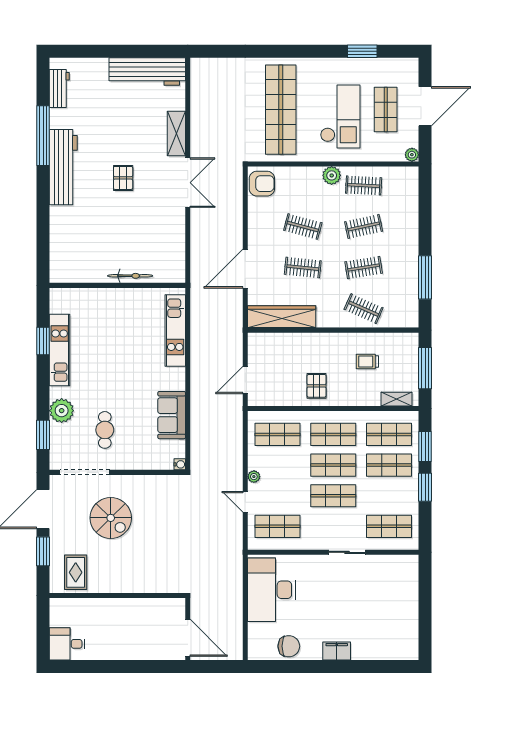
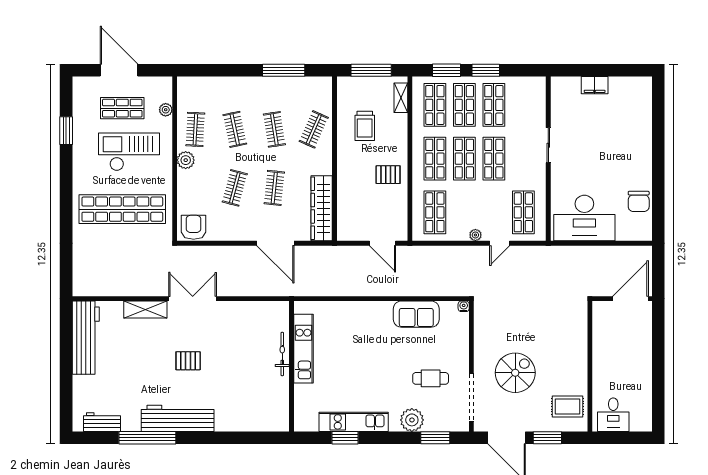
plant: (412, 155) -> (166, 110), moved
kitchen unit: (175, 330) -> (303, 349), moved, turned -90
trolley: (367, 362) -> (365, 126), width x1.36, depth x1.39
shop shelf: (389, 526) -> (494, 105), moved
desk: (67, 644) -> (613, 415), moved
chair: (289, 646) -> (639, 201), turned 180
filing cabinet: (337, 651) -> (595, 85), moved, turned -90

